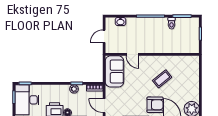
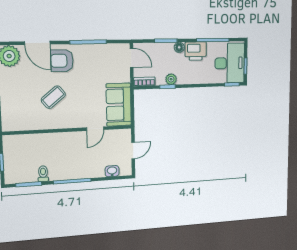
door: (132, 54) -> (95, 129), swing flipped

